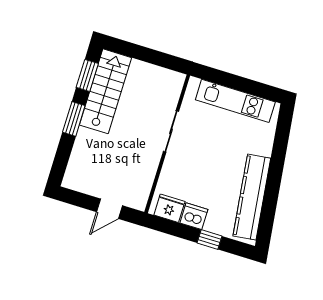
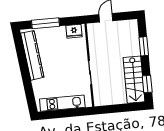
window: (74, 119) -> (144, 46), moved
dishwasher: (194, 216) -> (59, 32), removed
window: (209, 240) -> (46, 23), width x2.17

